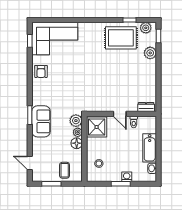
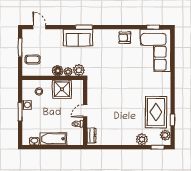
shower: (97, 127) -> (62, 89), moved
door: (30, 163) -> (39, 27), hinge flipped
washing machine: (127, 177) -> (27, 105), moved

